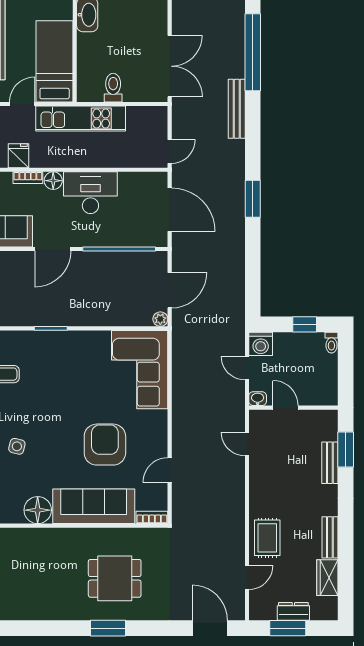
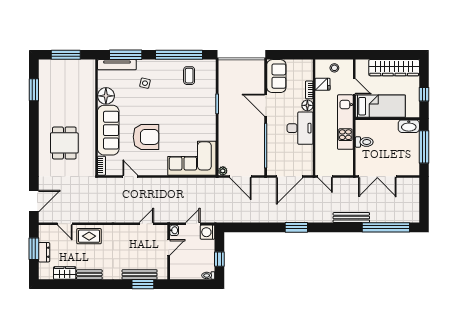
bench: (330, 463) -> (140, 275), width x1.36
window: (108, 628) -> (34, 90), moved

